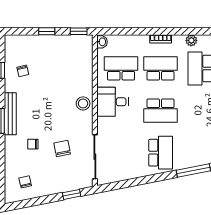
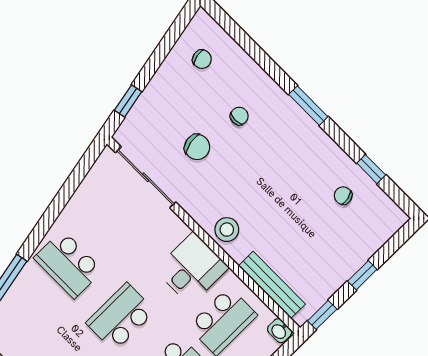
bench: (10, 114) -> (272, 285), moved

